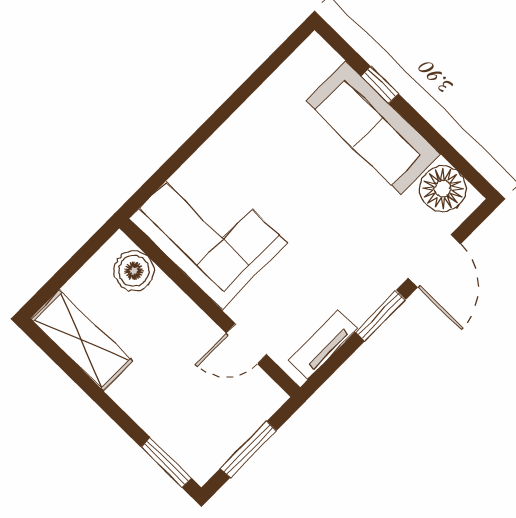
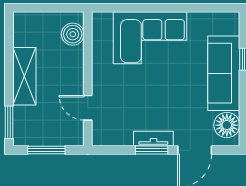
corner sofa: (208, 231) -> (150, 38), moved, turned 90
shelving: (81, 340) -> (24, 76), moved
tv unit: (323, 345) -> (153, 139), moved

